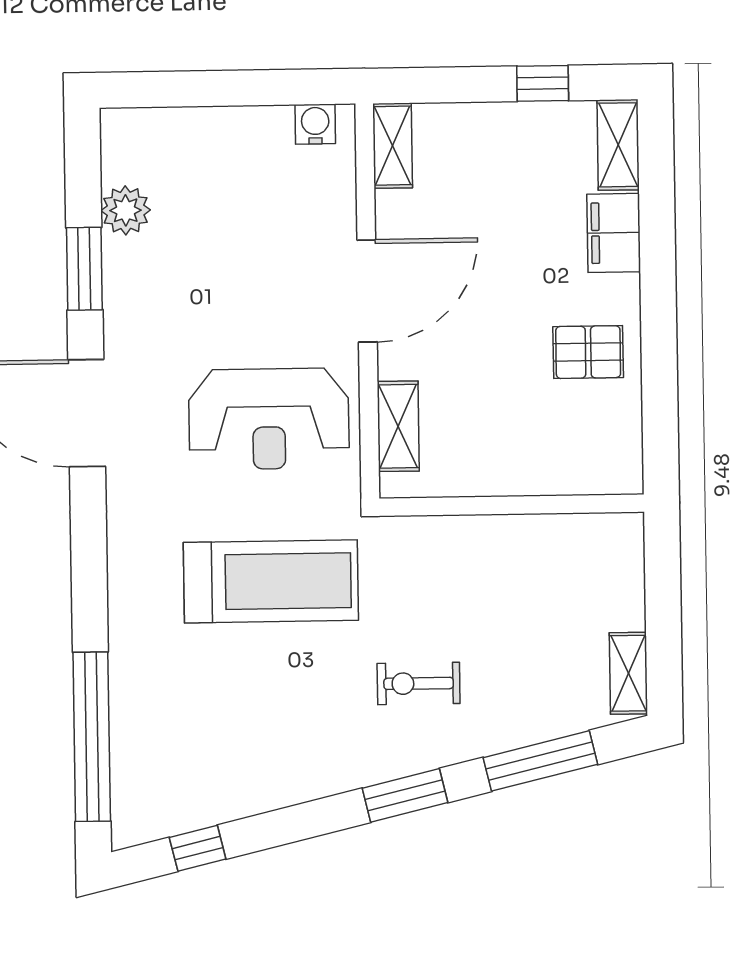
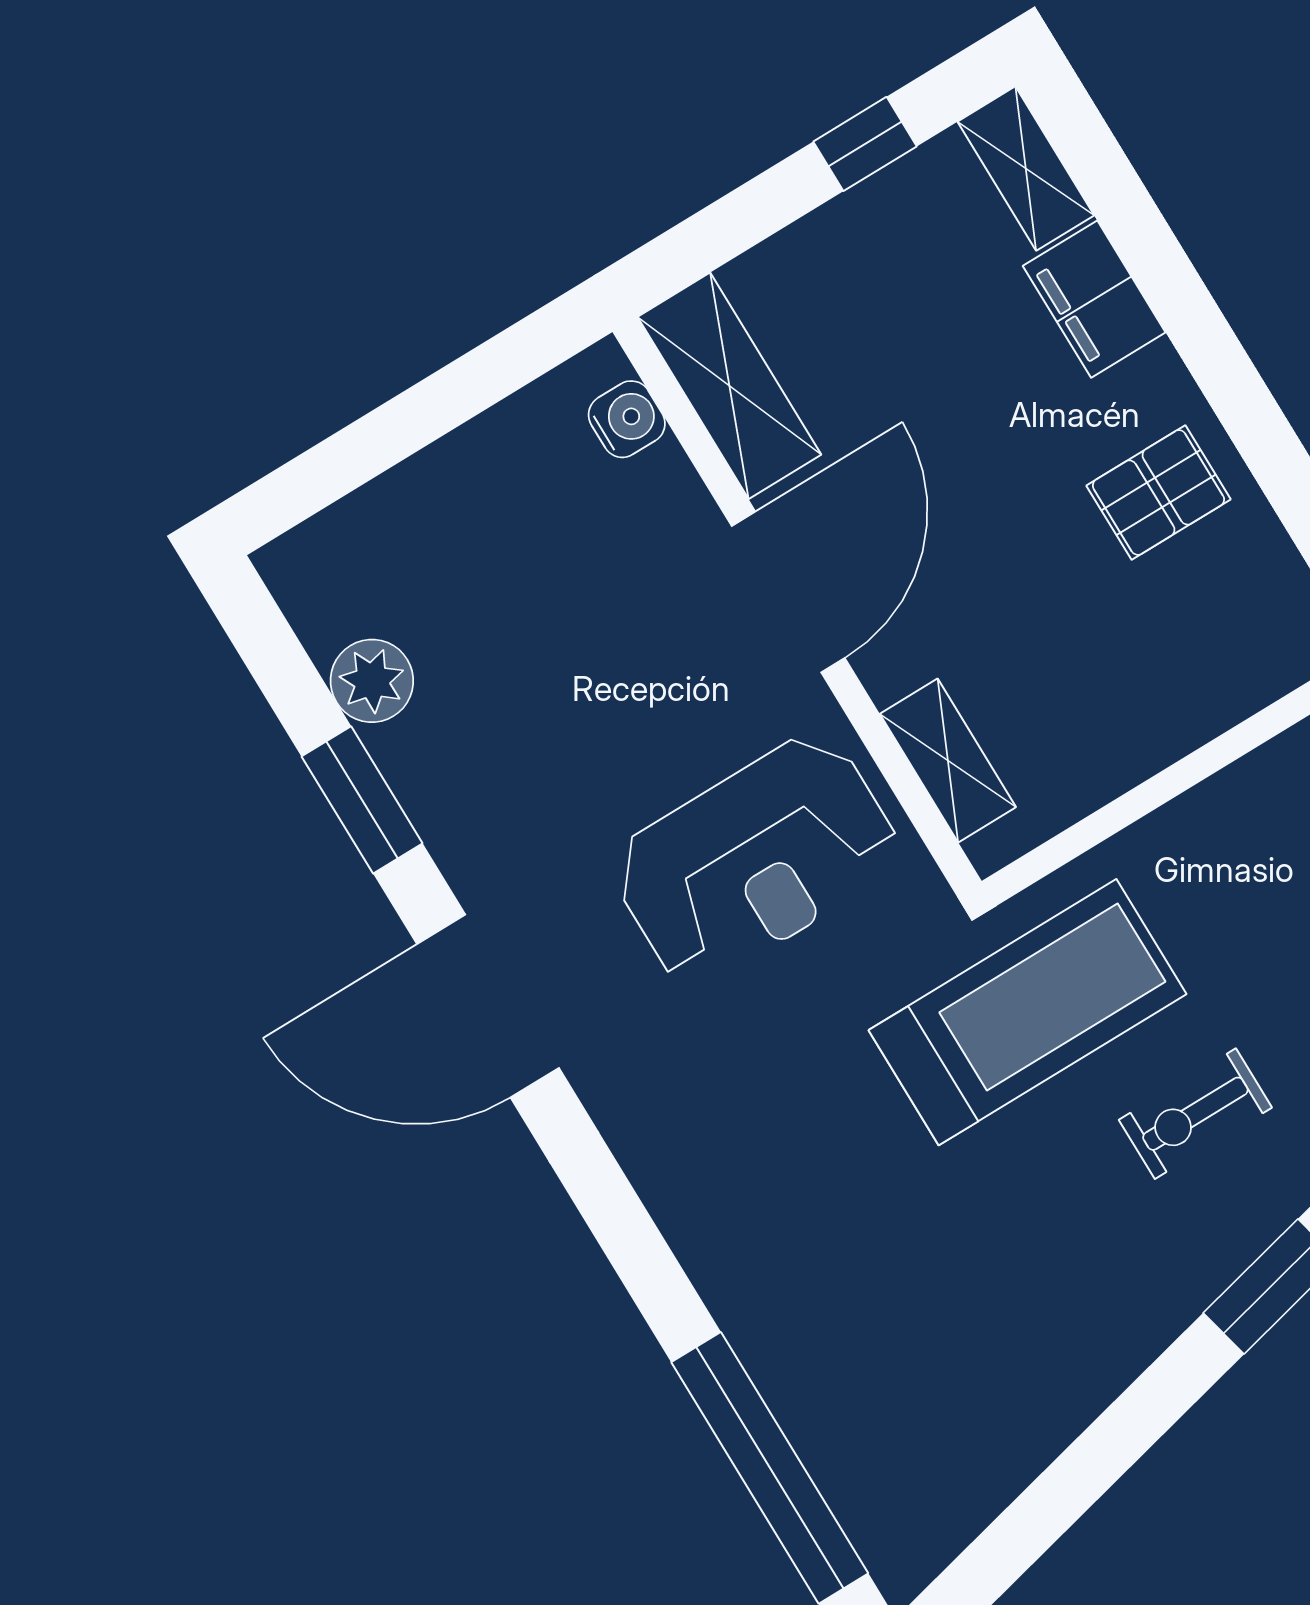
water cooler: (315, 124) -> (627, 419), moved, turned 90
shelving: (393, 146) -> (729, 386), width x1.50, depth x1.33
treadmill: (271, 581) -> (1028, 1012), moved
window: (198, 848) -> (1017, 1539), removed

